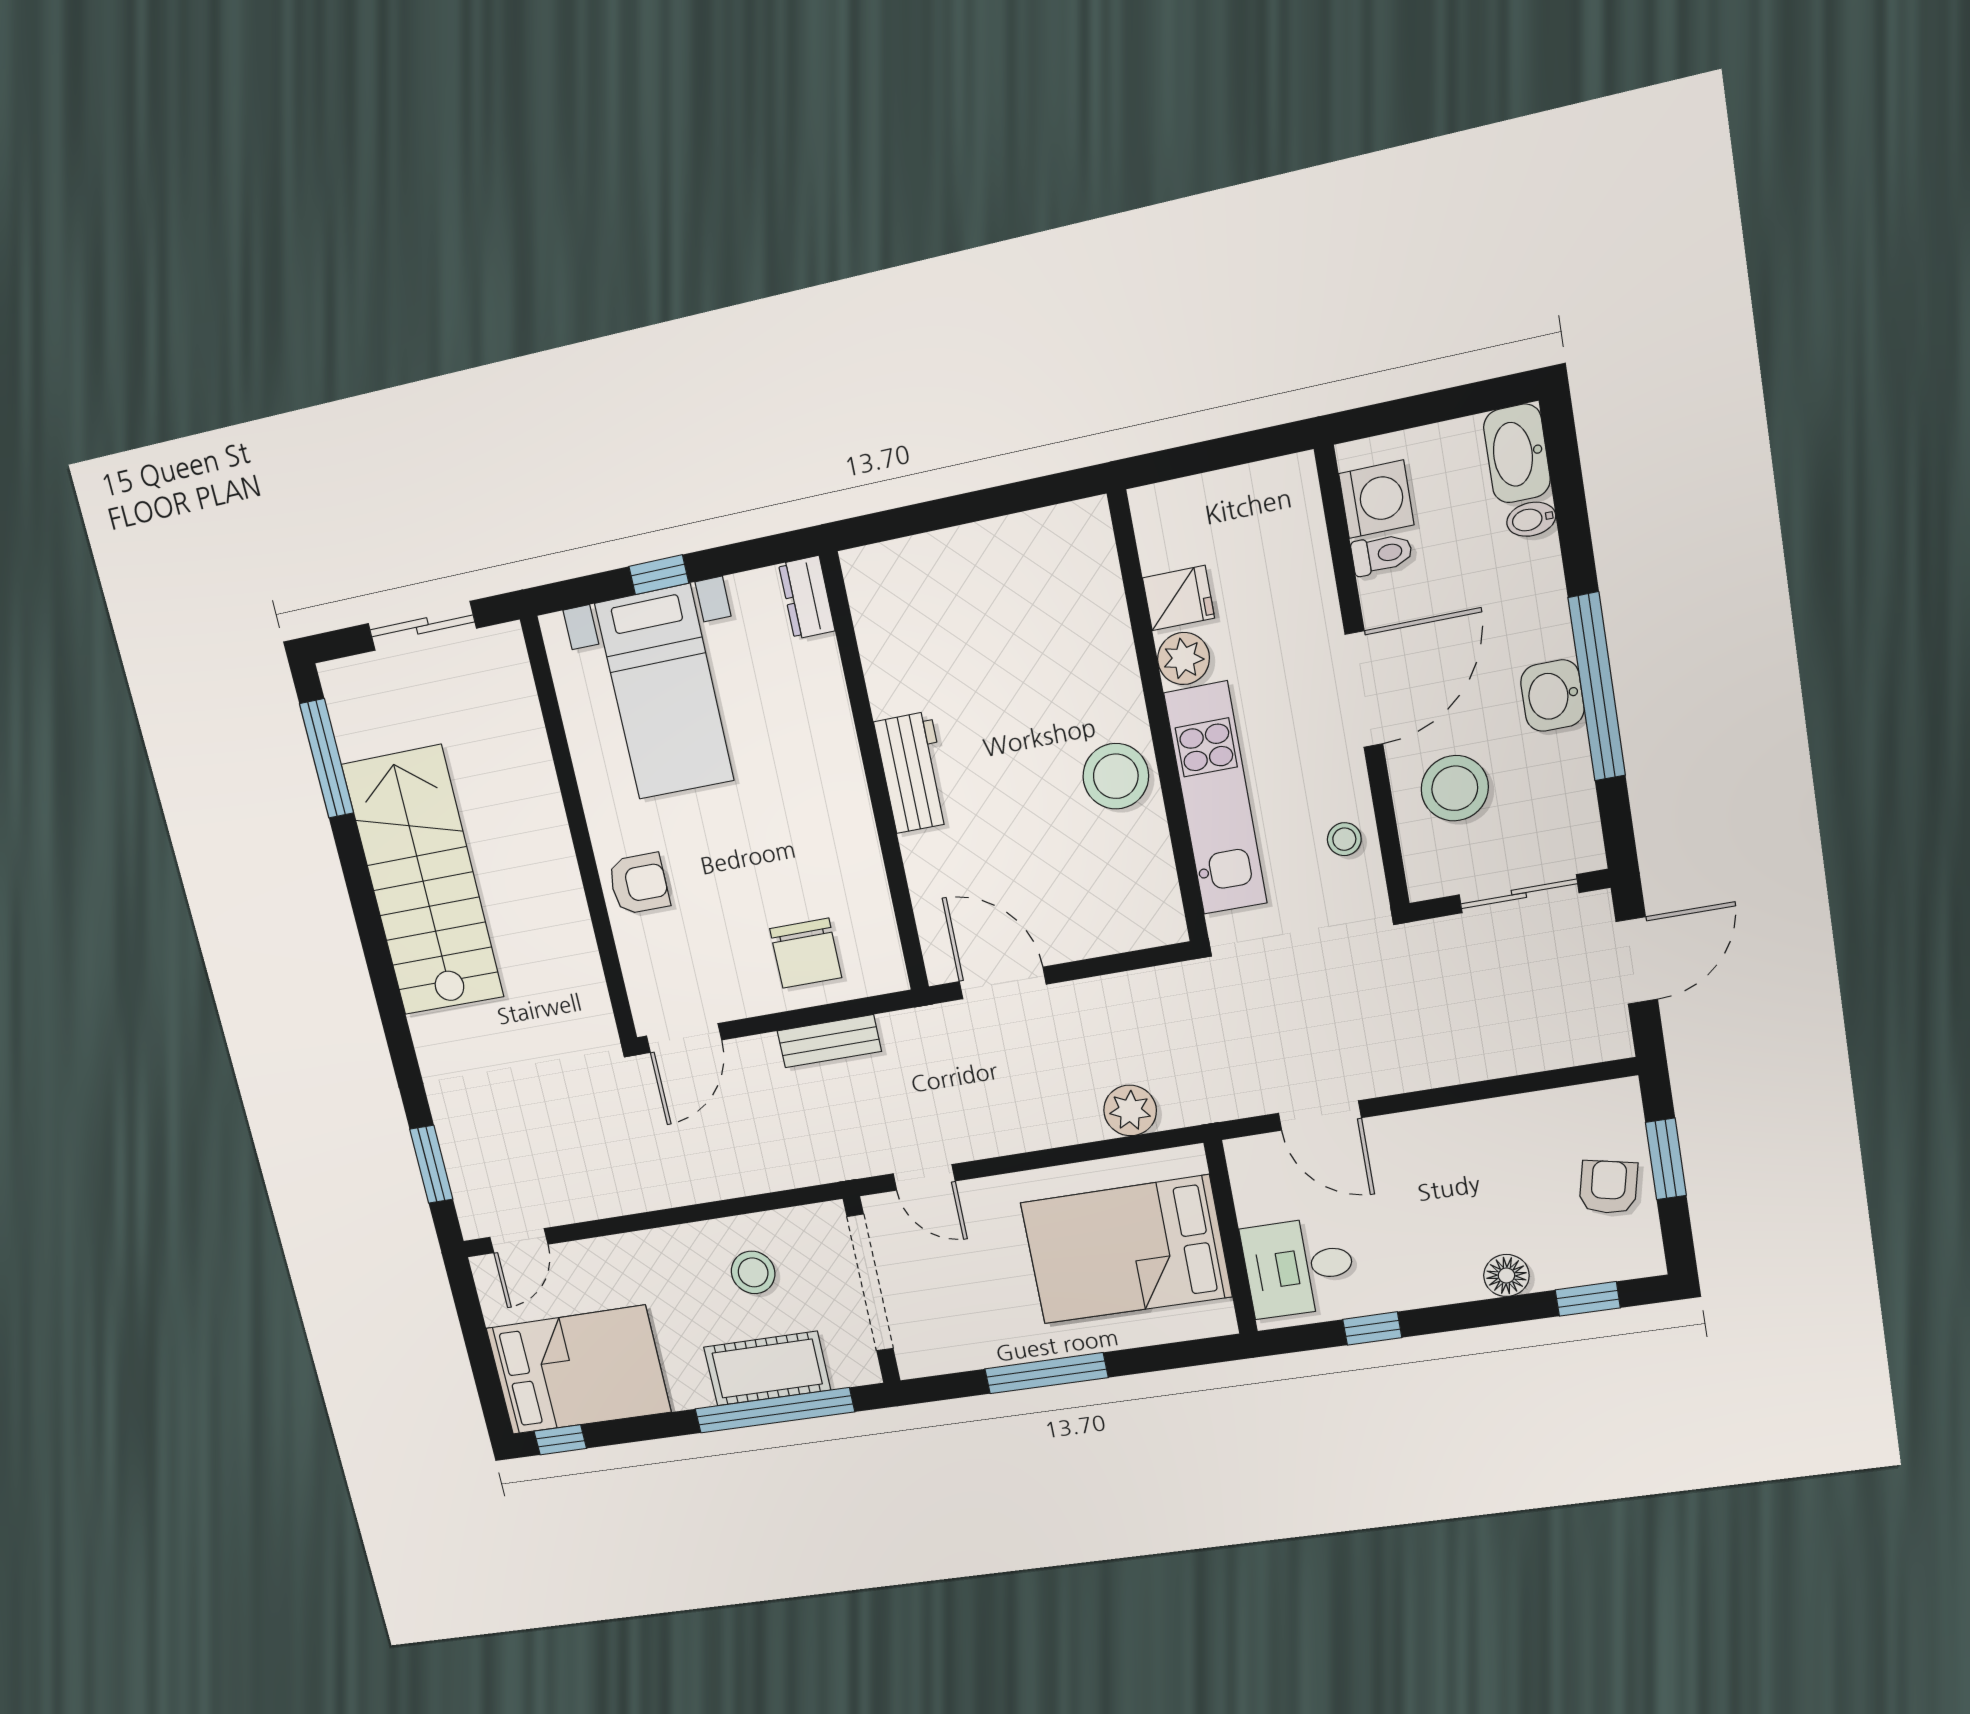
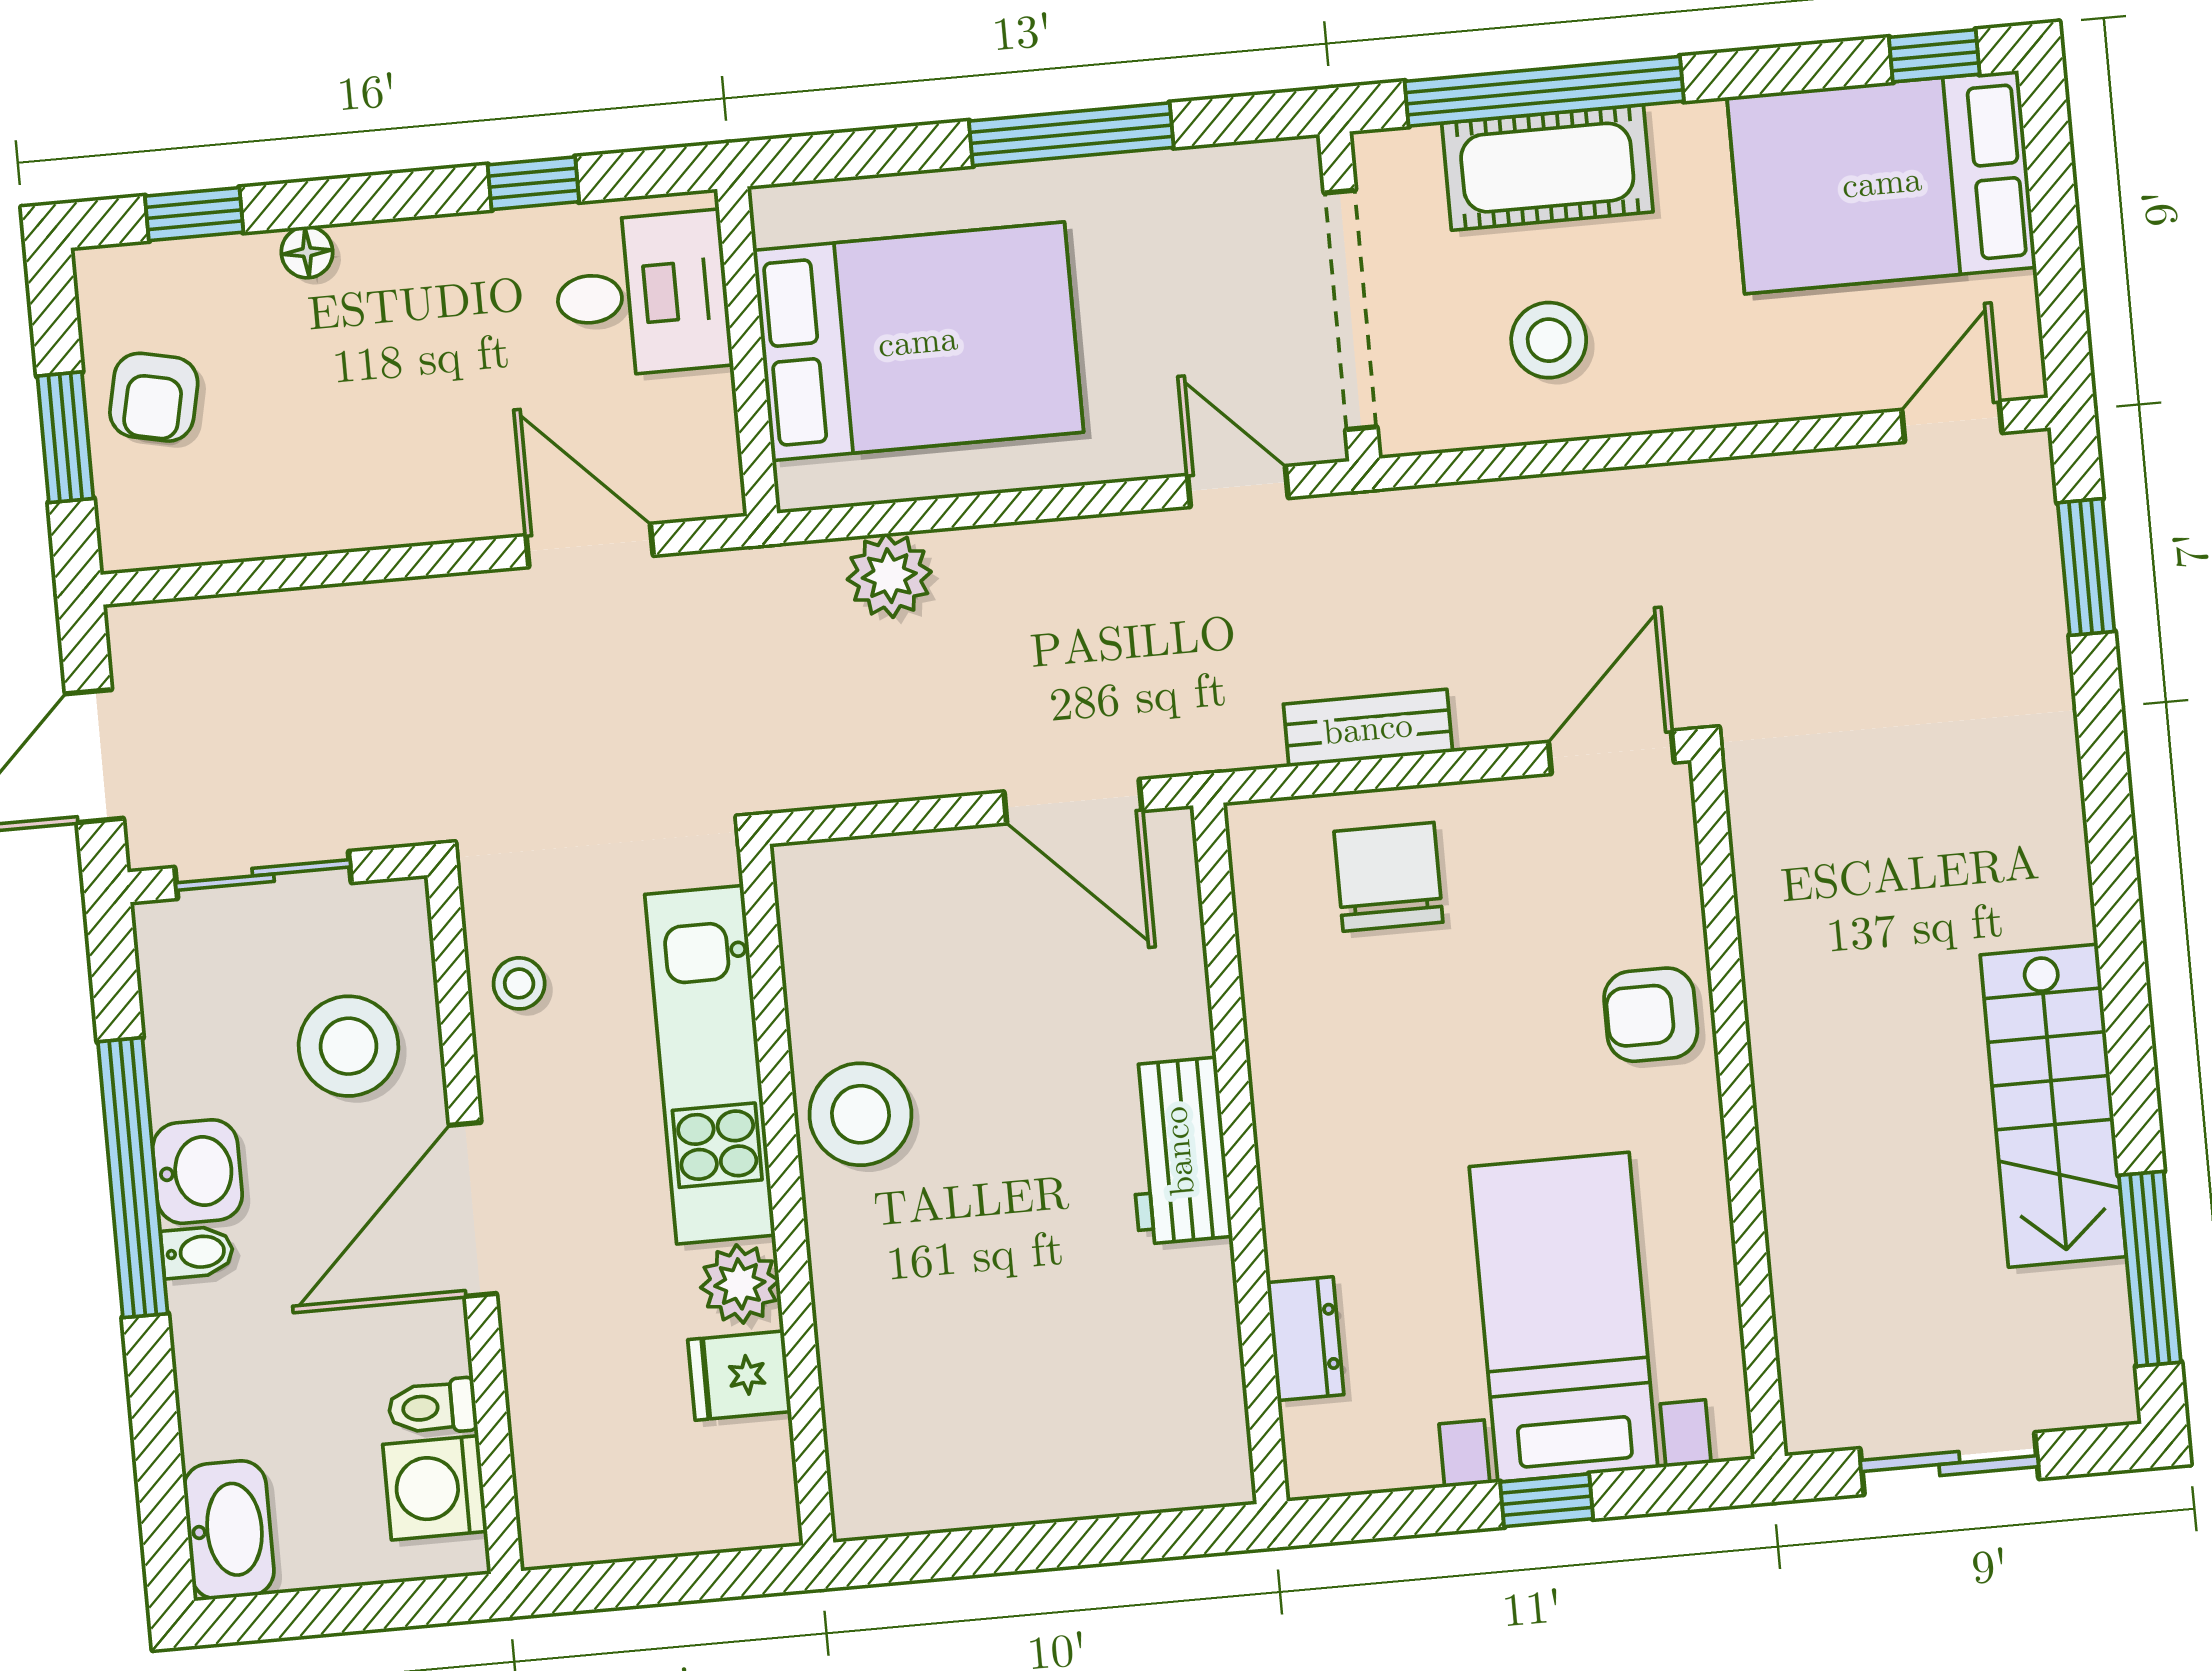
bidet: (1531, 519) -> (197, 1252), moved
dresser: (807, 597) -> (1305, 1339), moved
stairs: (423, 881) -> (2053, 1106), width x0.73, depth x0.66
floor lamp: (1506, 1275) -> (307, 252), width x0.73, depth x0.73

